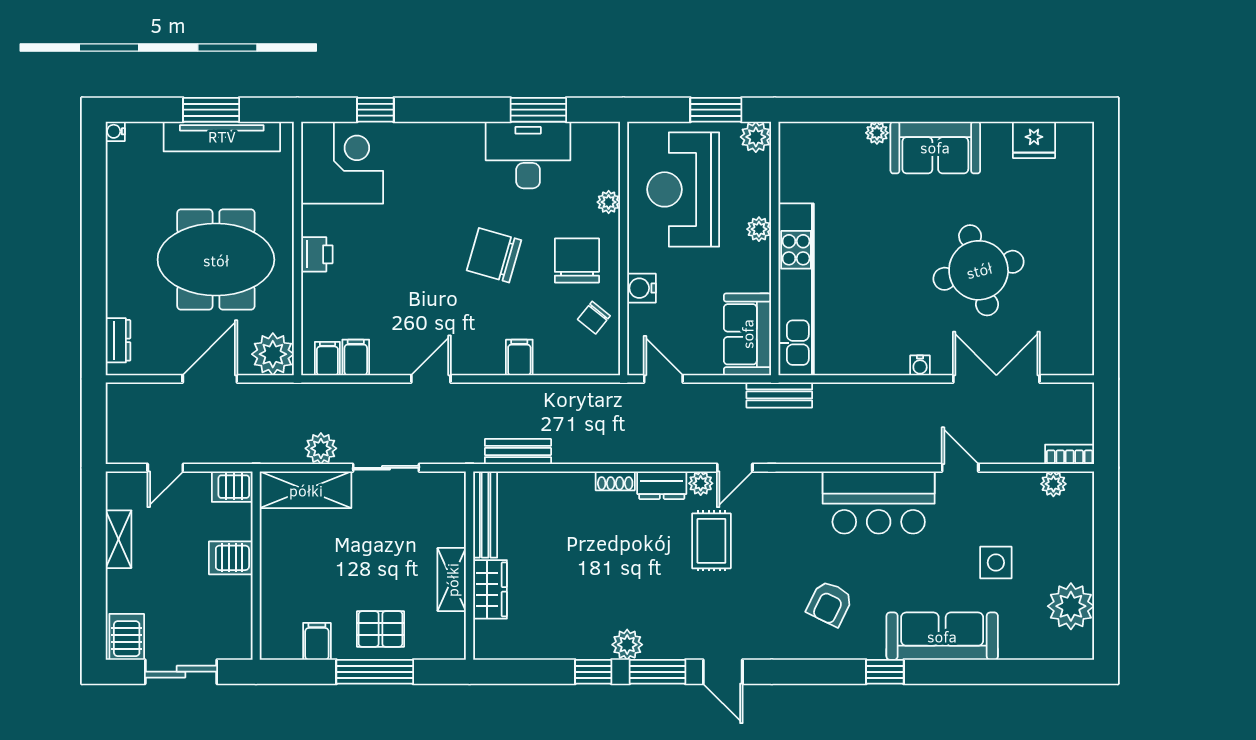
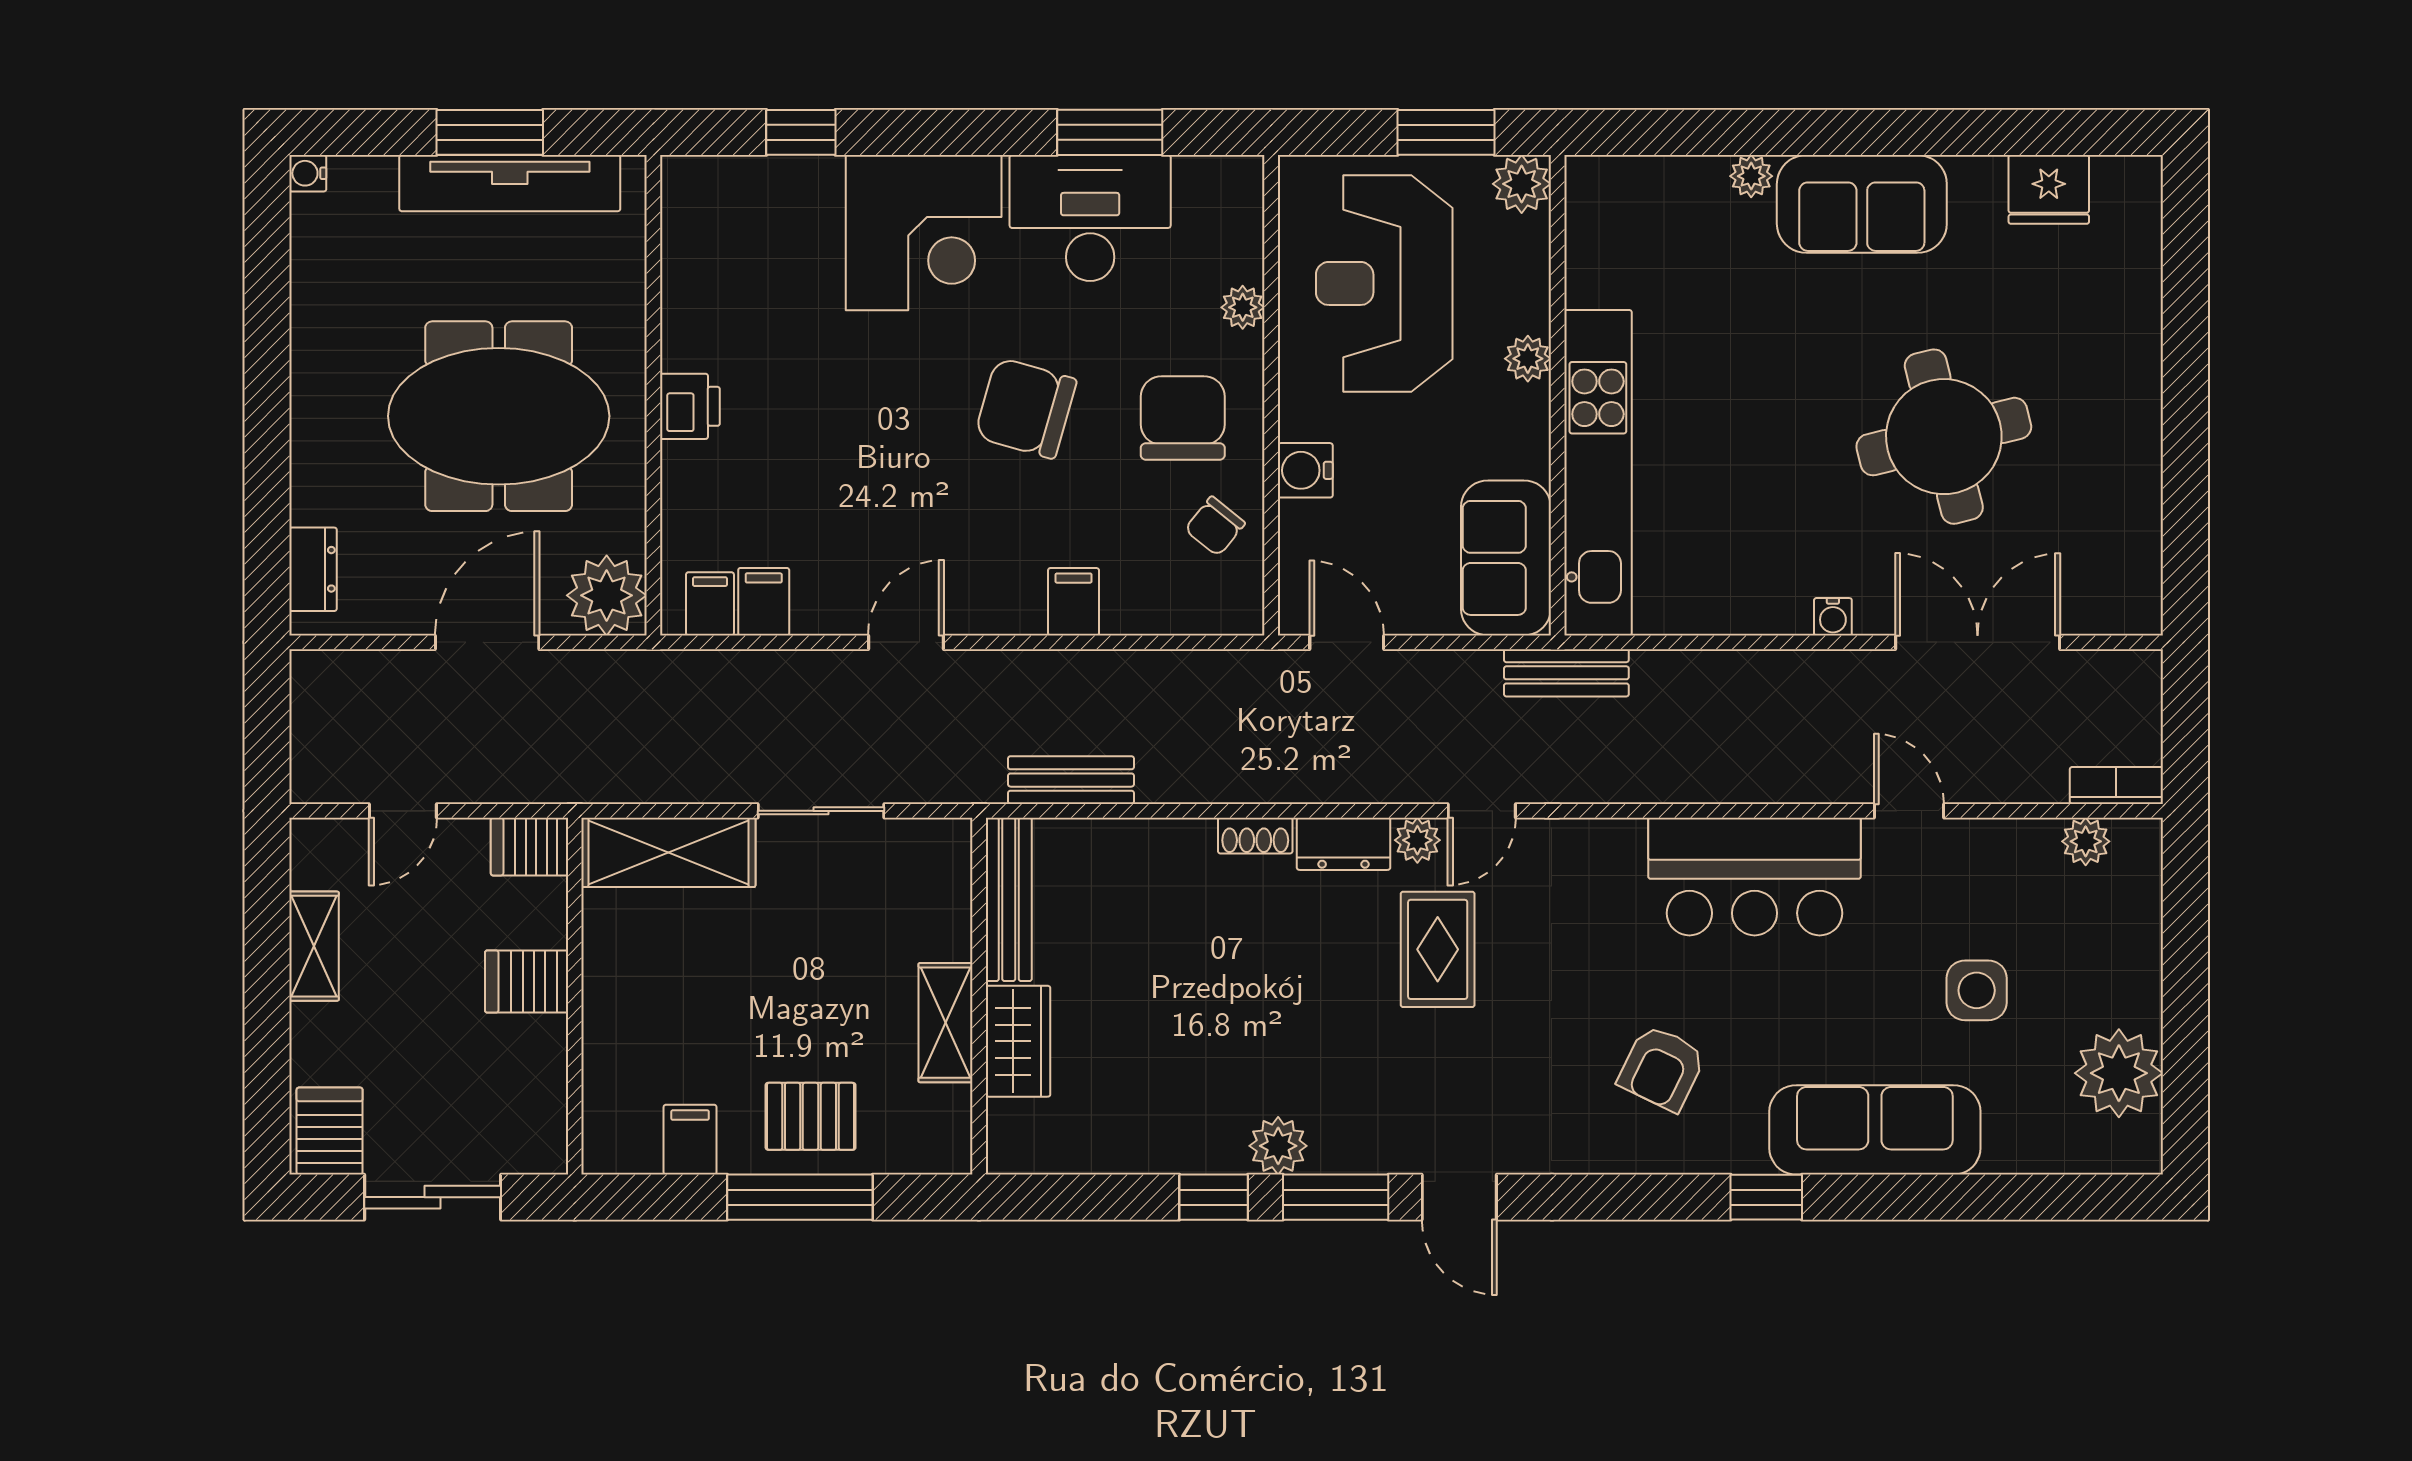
corner desk: (342, 163) -> (924, 233), moved, turned 90
plant: (321, 448) -> (698, 774), removed

